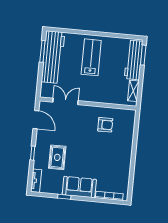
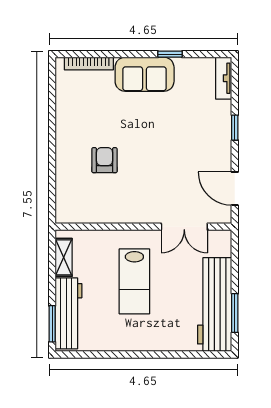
lab bench: (91, 57) -> (134, 281), moved
armchair: (105, 125) -> (104, 160), moved, turned 90
rug: (57, 157) -> (190, 124), removed

